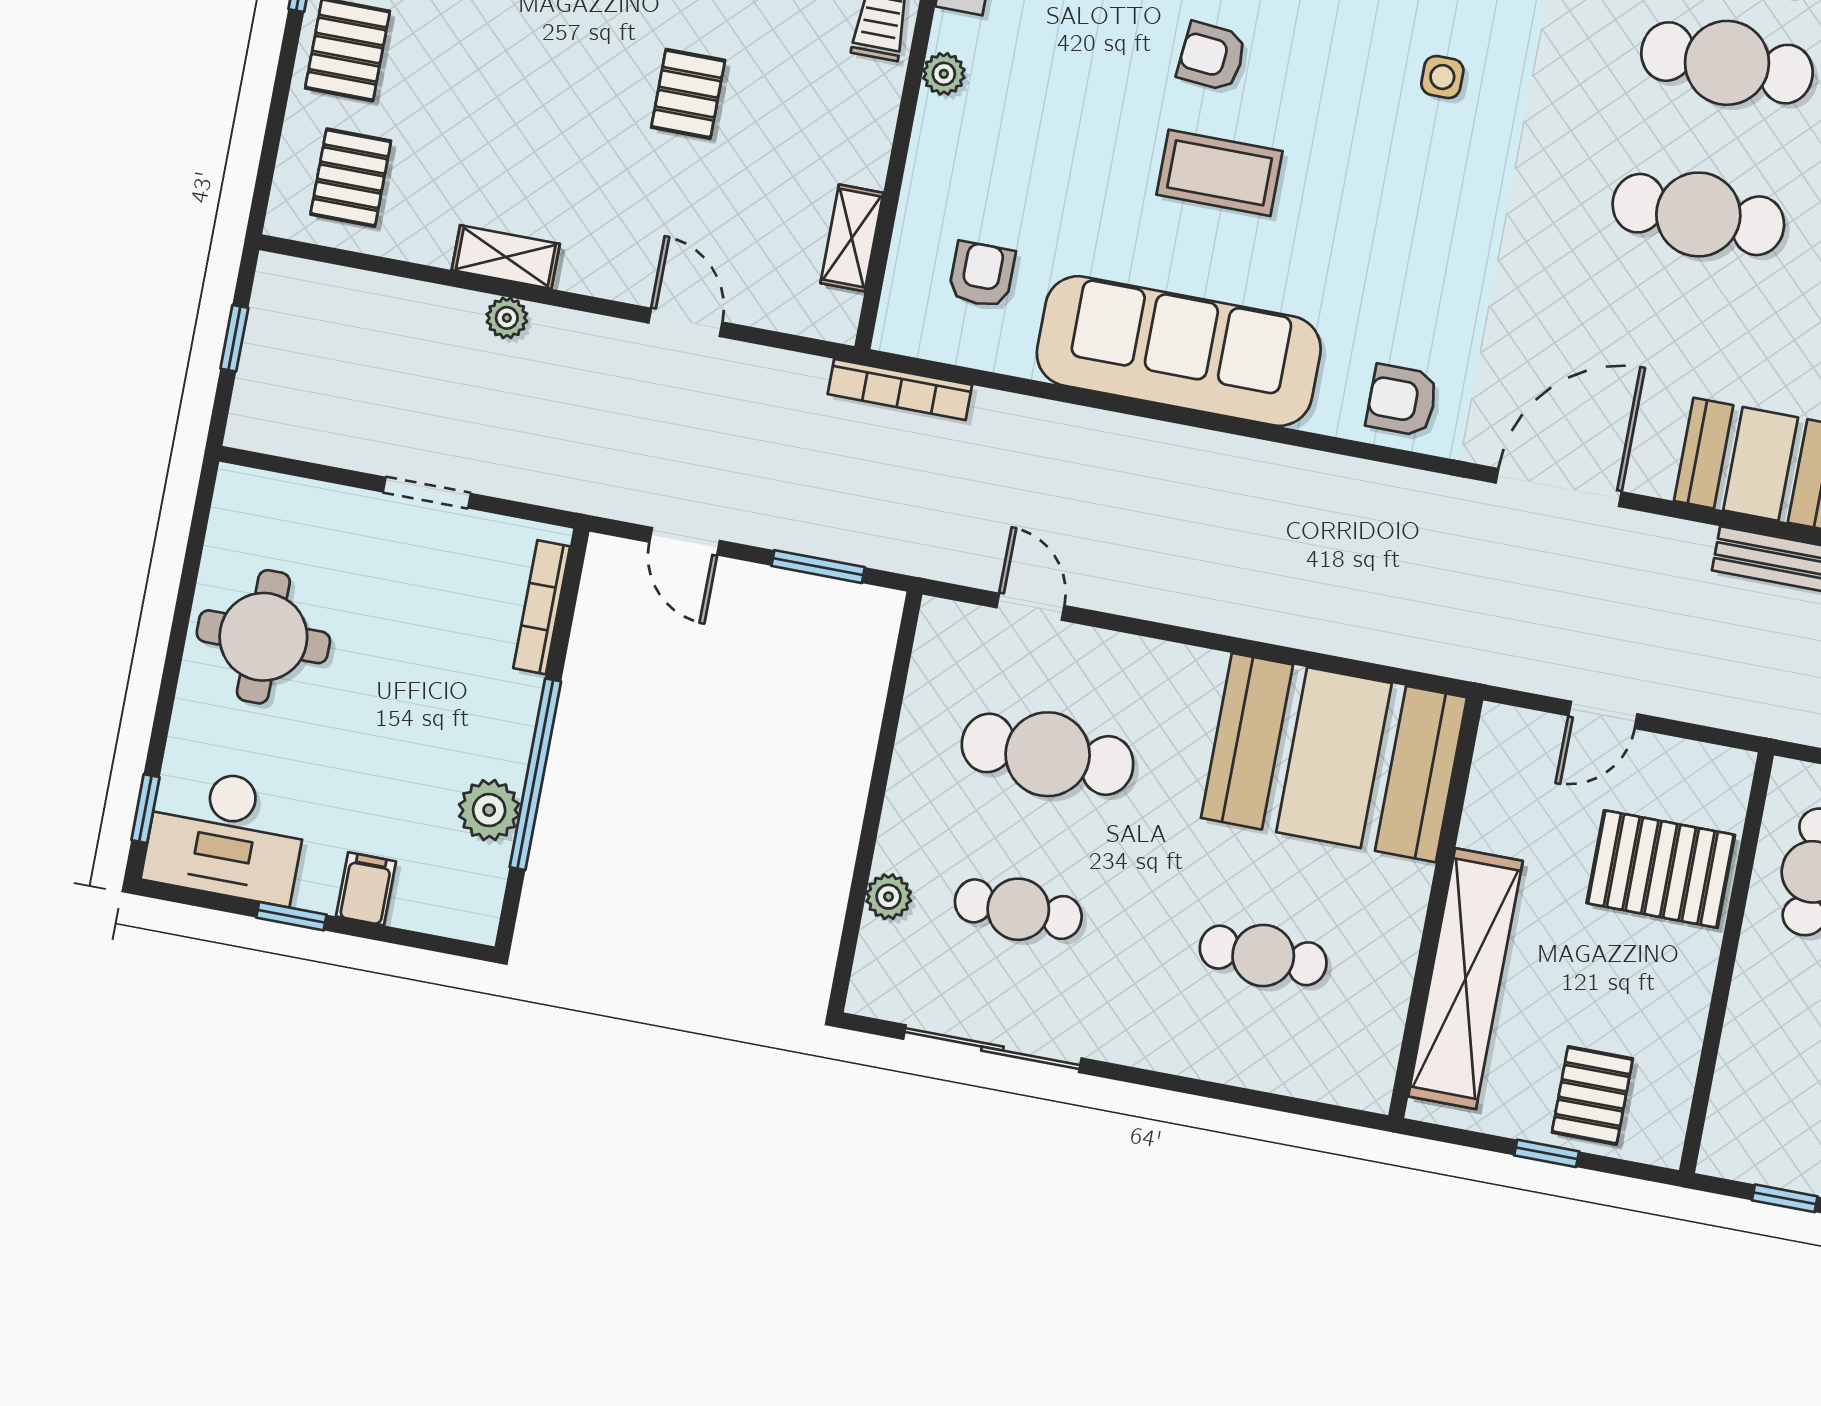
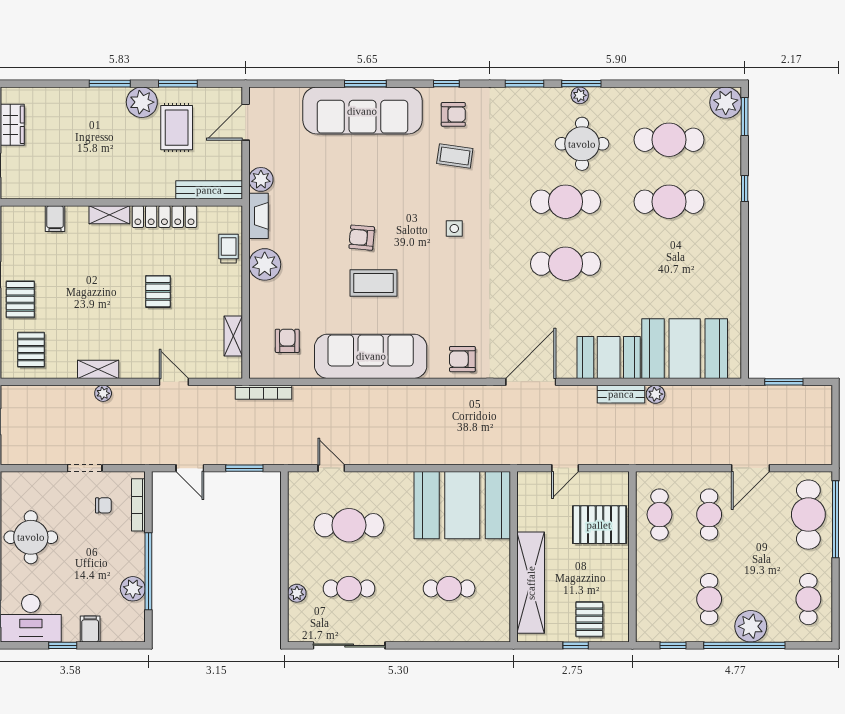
plant: (944, 74) -> (265, 264), width x1.88, depth x1.88
chair: (456, 592) -> (103, 505), added

